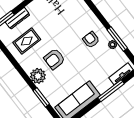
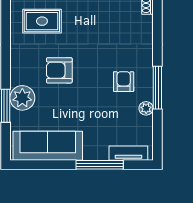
window: (117, 39) -> (157, 88), moved
plant: (38, 76) -> (22, 98), moved

